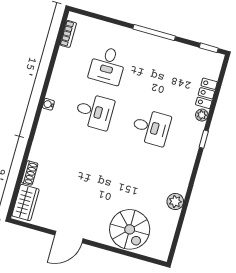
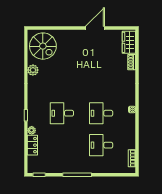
desk: (107, 65) -> (101, 145), turned -90
spiral stairs: (130, 229) -> (43, 46), moved, turned 180

